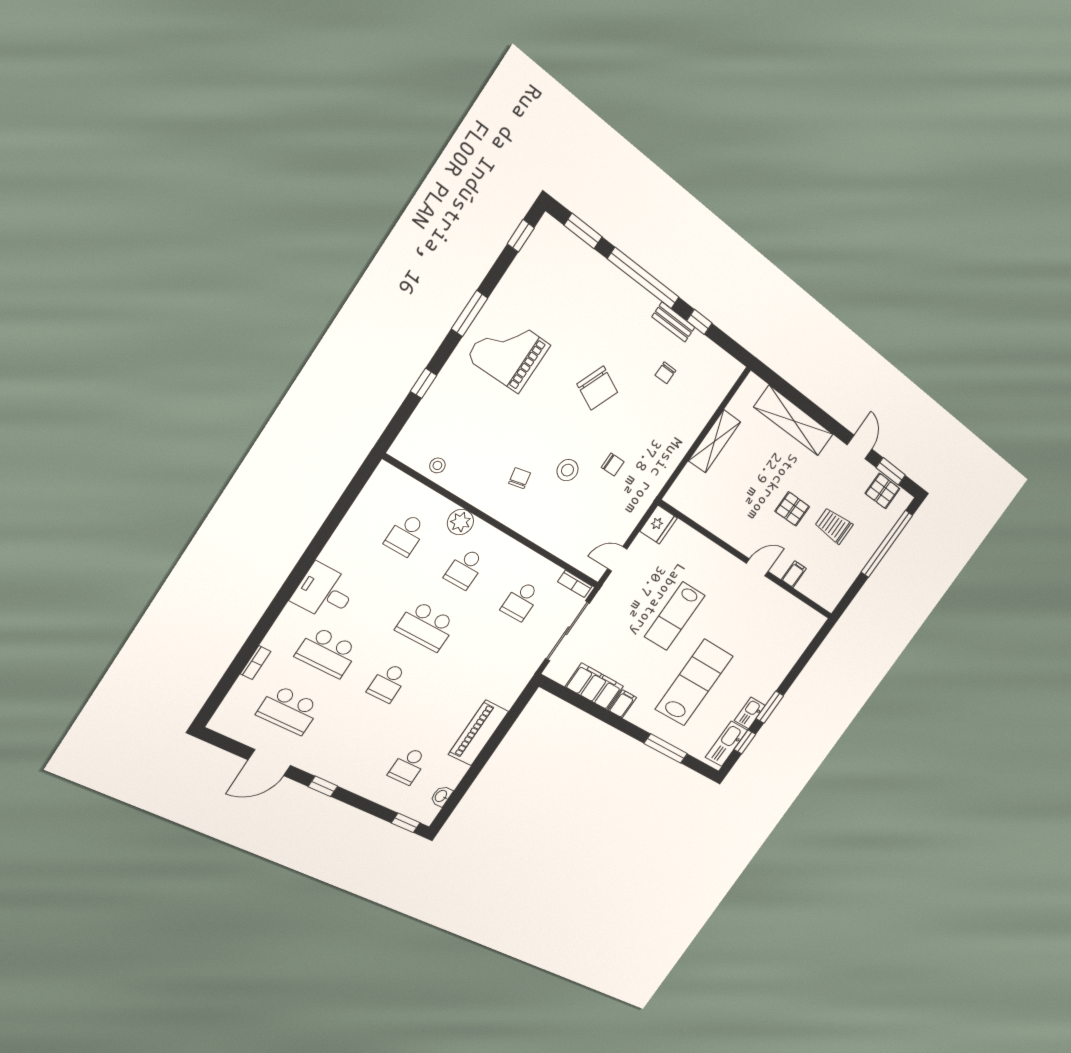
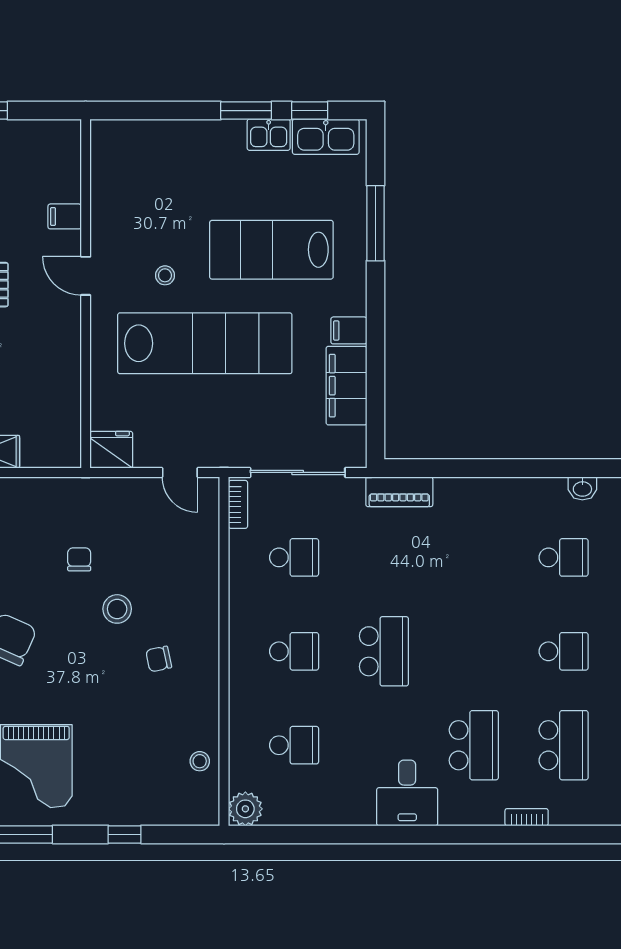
plant: (460, 522) -> (245, 809), moved
stool: (725, 614) -> (165, 275), added
lab bench: (675, 616) -> (205, 343), width x1.86, depth x1.39
school desk: (388, 683) -> (564, 651), moved
piano: (478, 733) -> (399, 492), moved, width x0.73, depth x0.75

